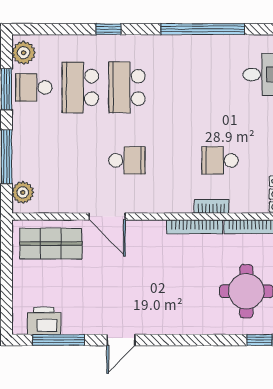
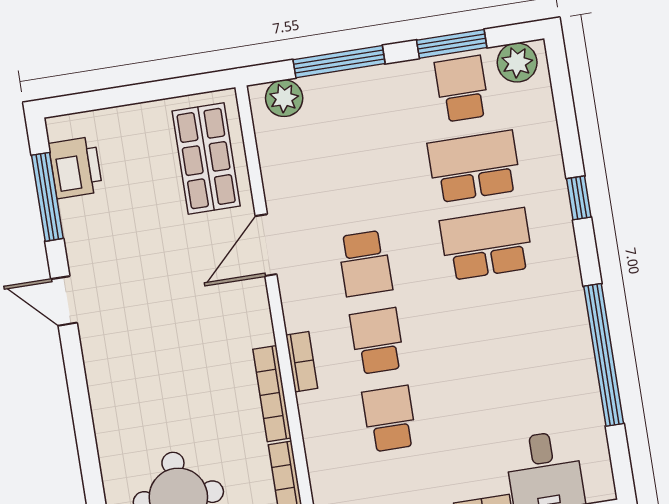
school desk: (174, 160) -> (377, 341), added
bookcase: (211, 206) -> (302, 362), moved

